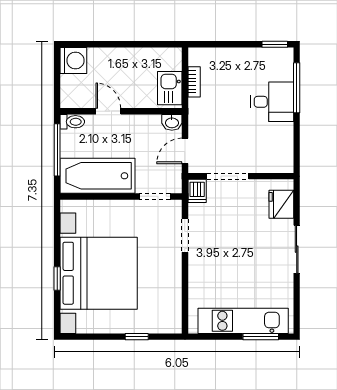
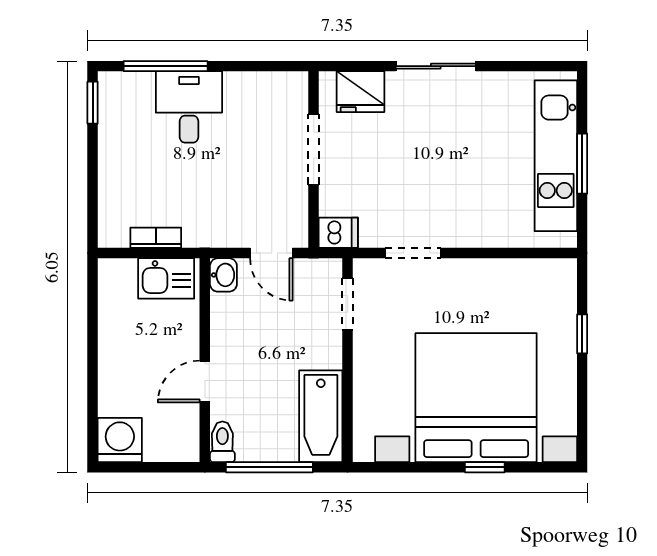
bathtub: (98, 176) -> (321, 416), width x0.73, depth x0.73
doorway: (228, 176) -> (314, 149), moved
window: (261, 337) -> (582, 164), moved

